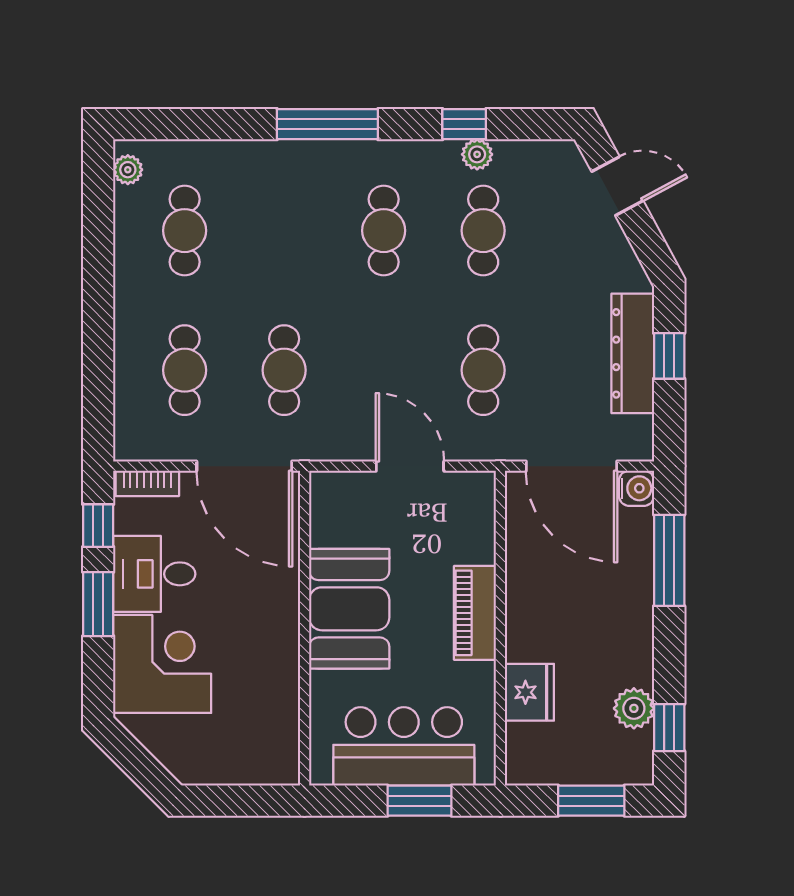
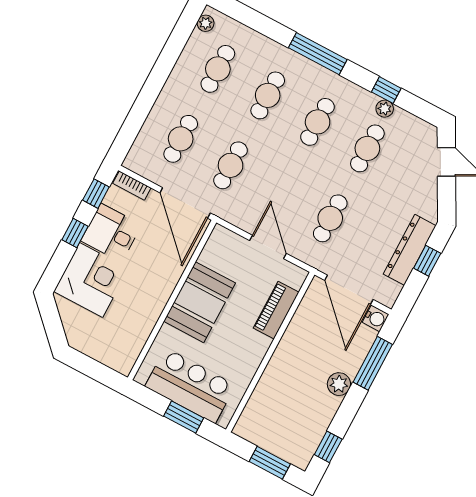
cafe table: (284, 231) -> (268, 95), added
window: (98, 604) -> (75, 233), width x0.67
piano: (475, 613) -> (276, 310), moved
fridge: (529, 692) -> (268, 392), removed
plant: (634, 708) -> (339, 384), moved

